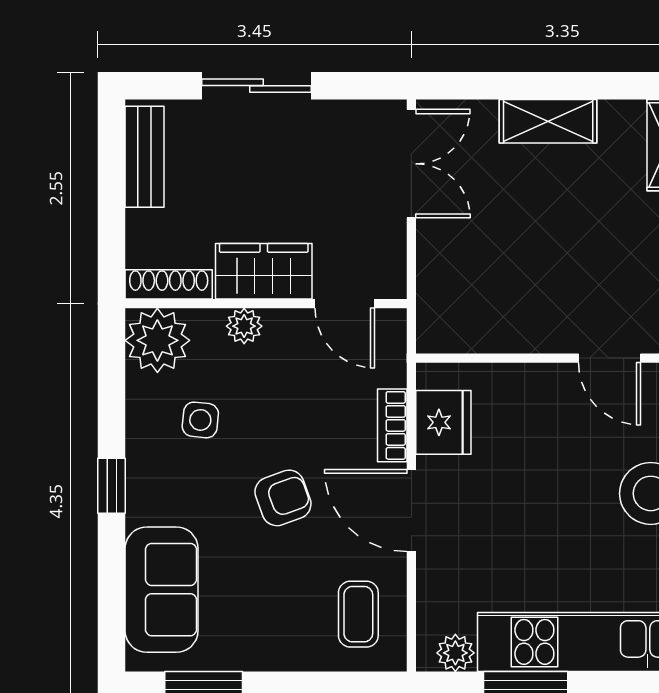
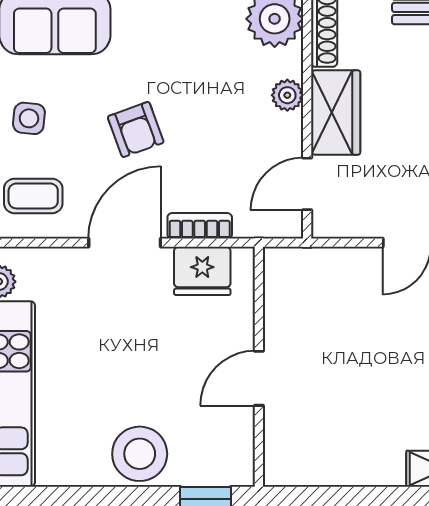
door: (609, 358) -> (259, 378), moved
side table: (200, 420) -> (29, 118), moved

